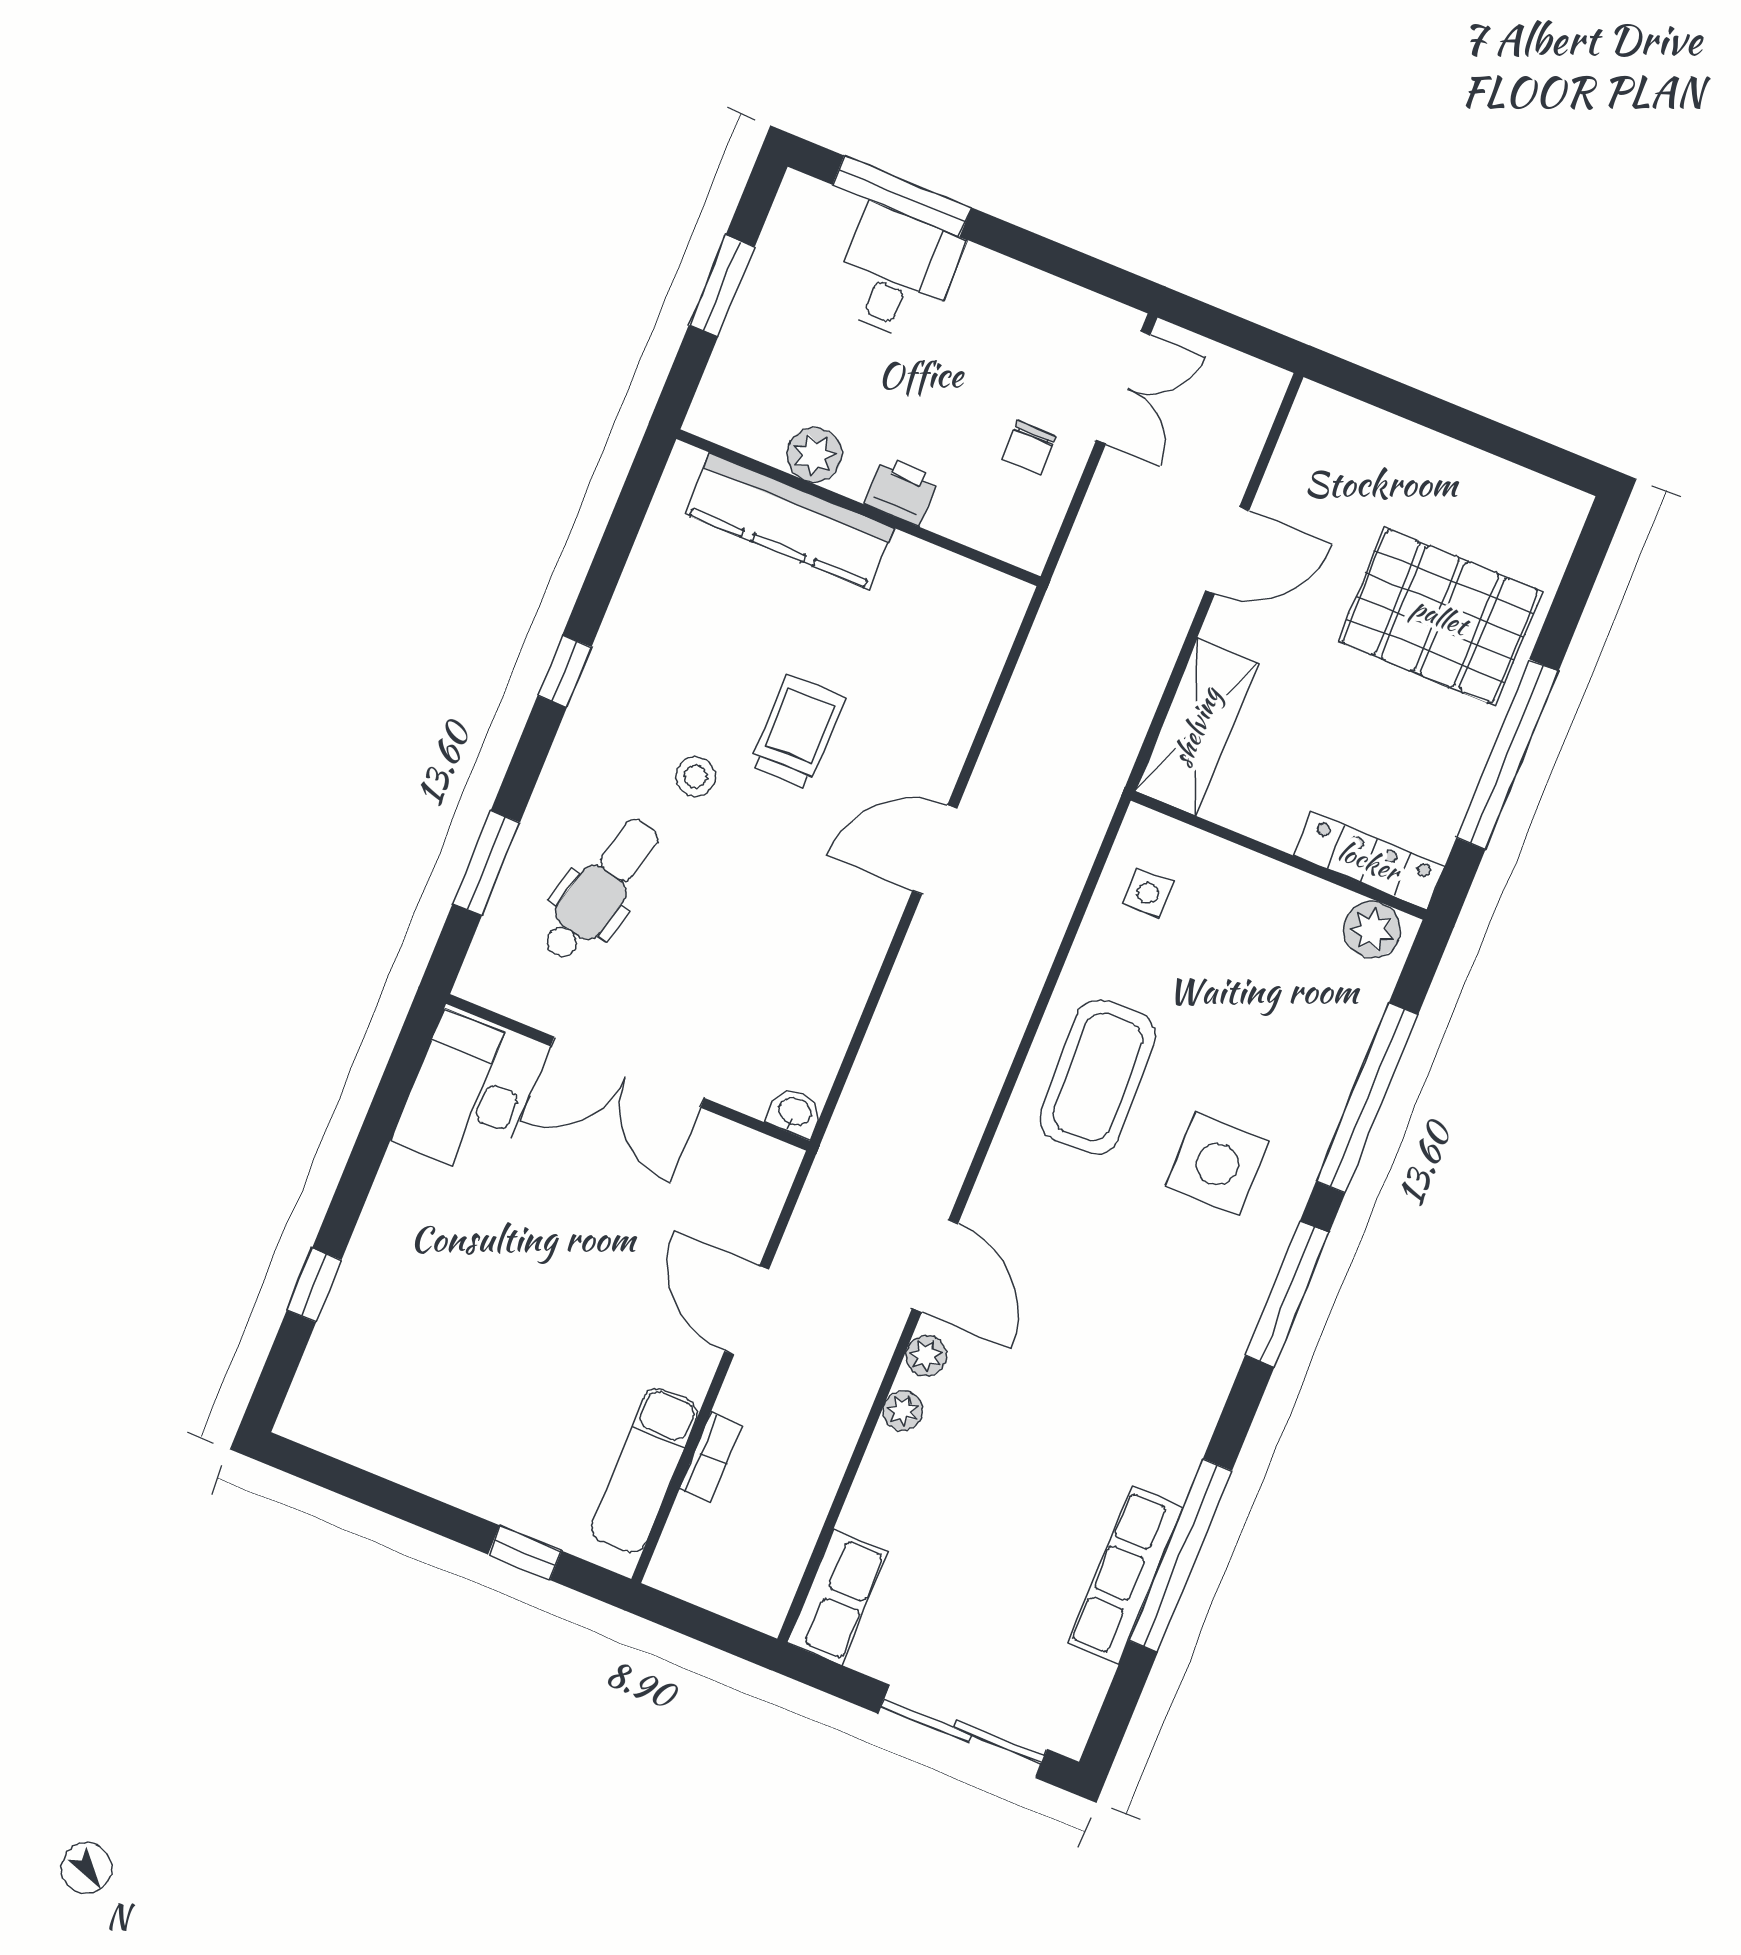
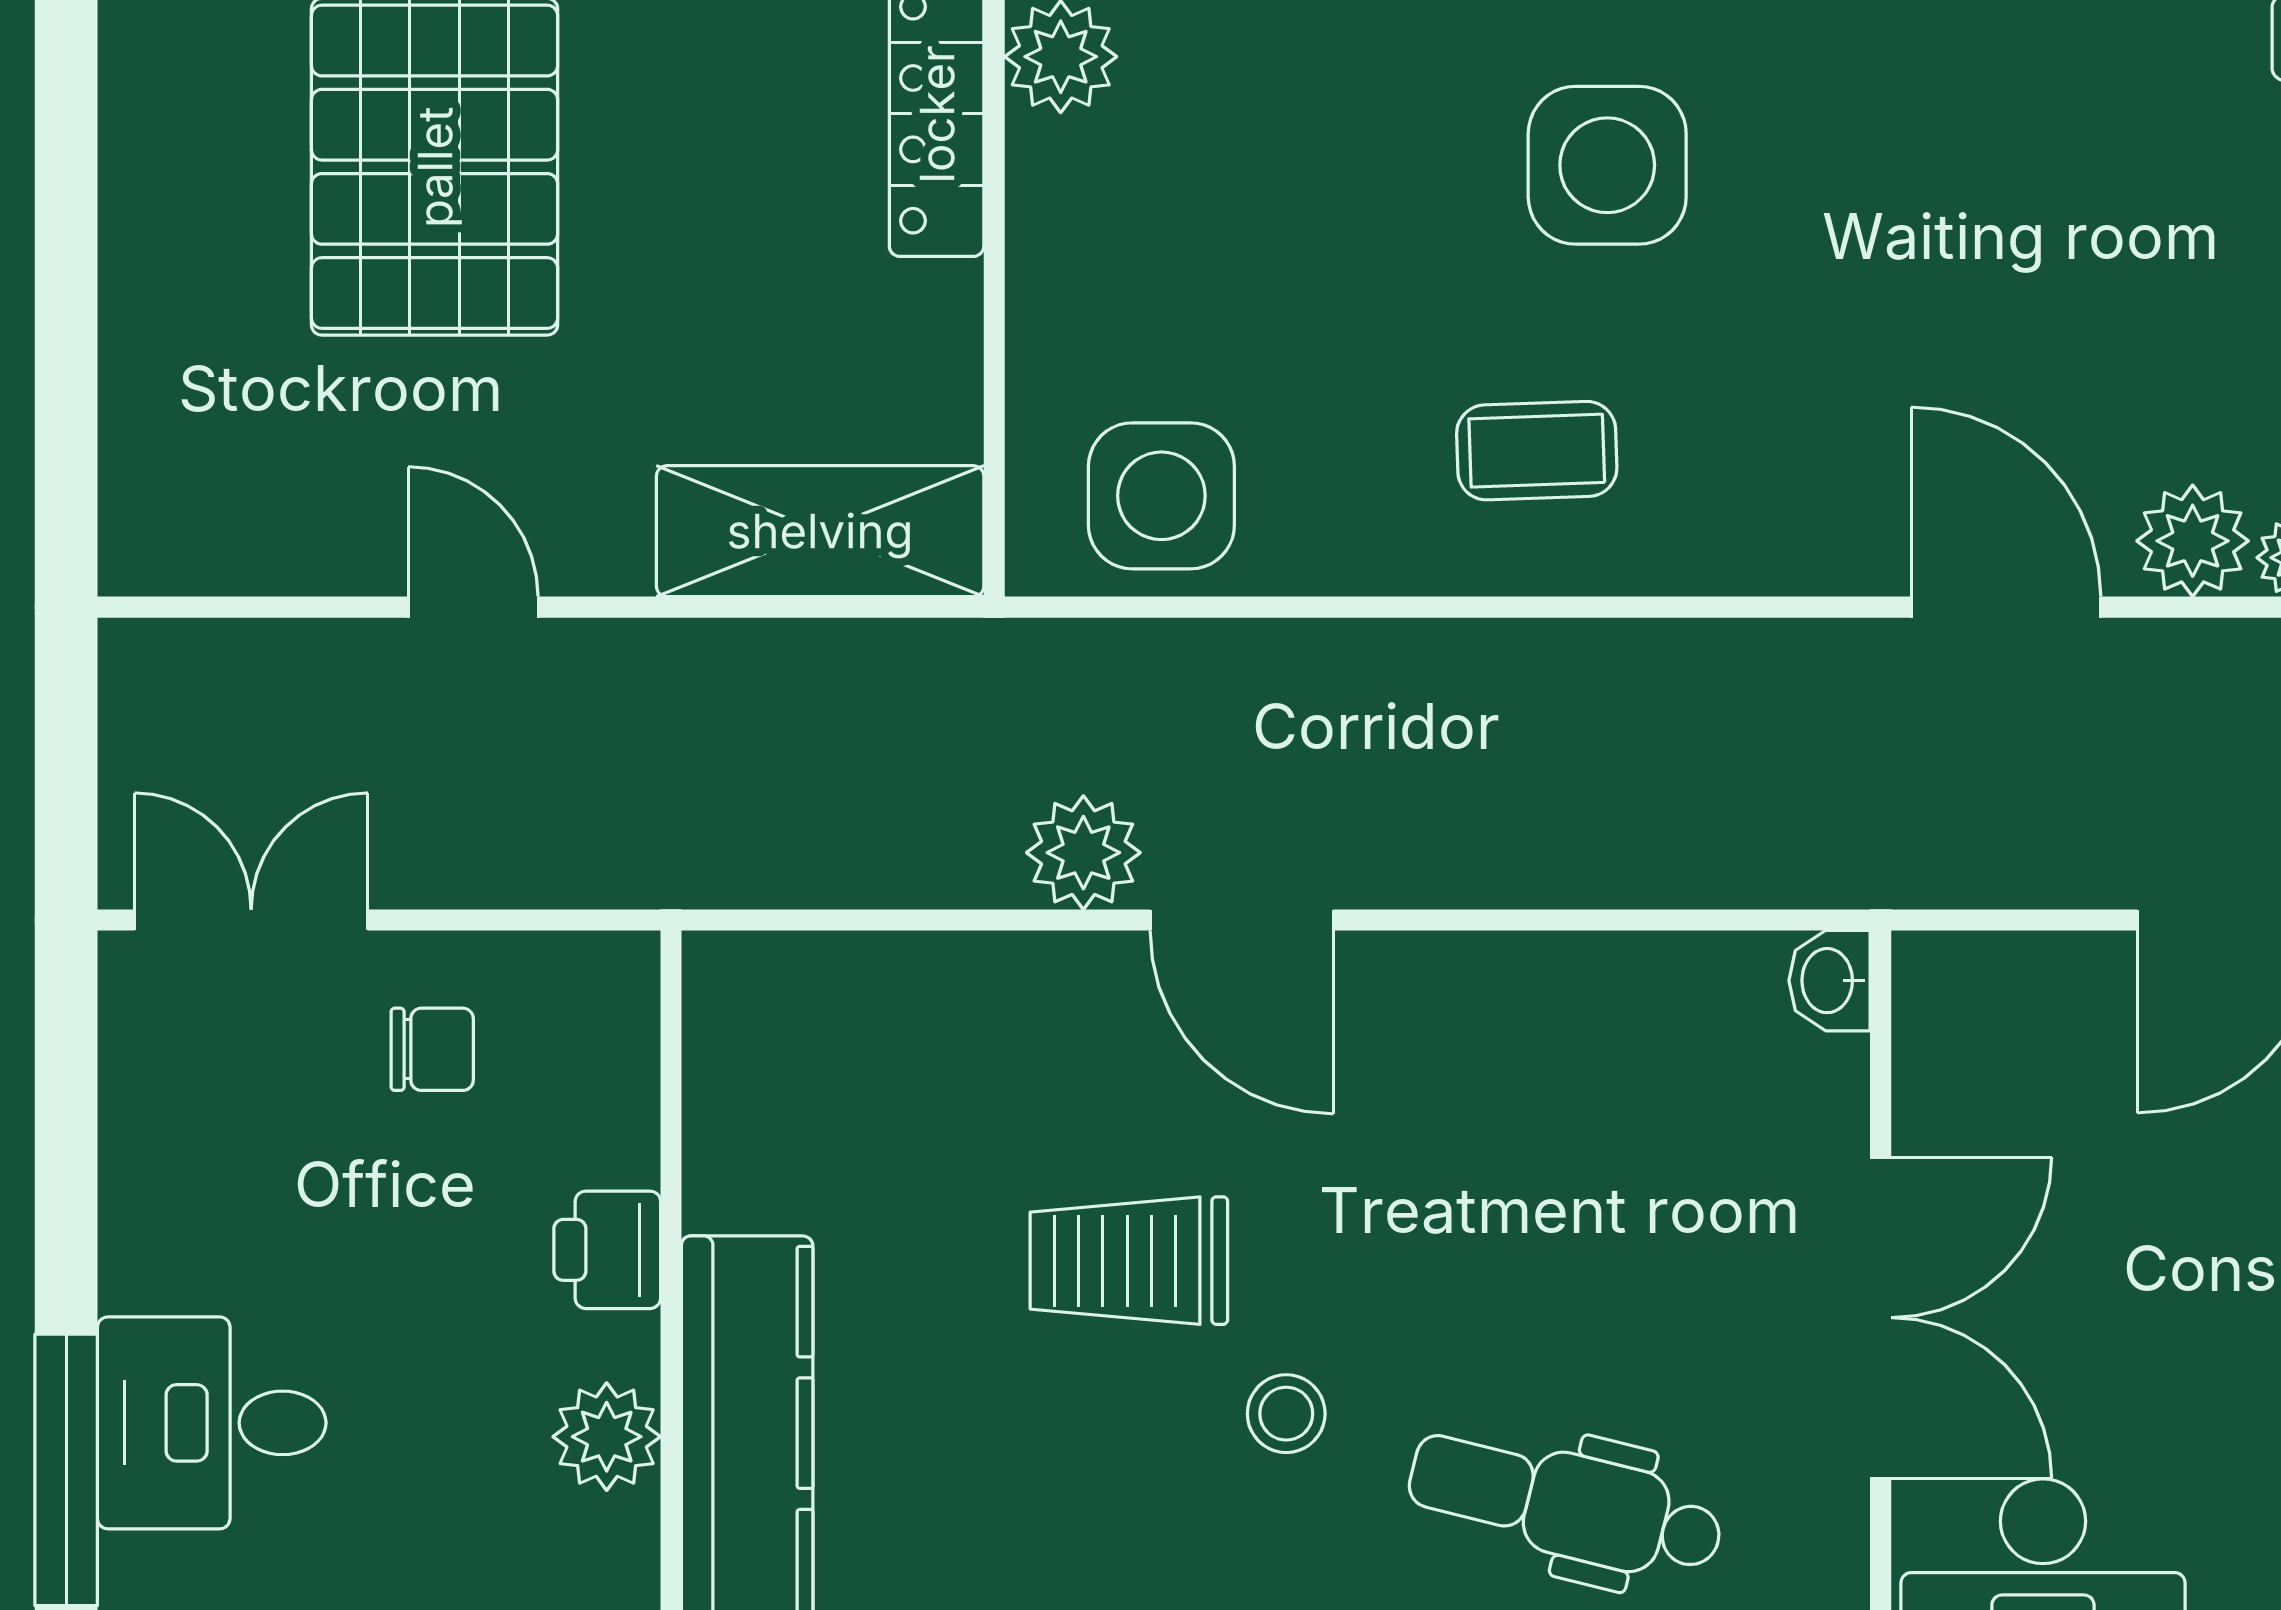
door: (1227, 550) -> (473, 607), width x0.73
plant: (996, 789) -> (1083, 853), added
side table: (1148, 893) -> (1161, 496), width x1.87, depth x1.87
coffee table: (1098, 1077) -> (1537, 451), width x0.54, depth x0.58
door: (935, 1266) -> (2006, 607), hinge flipped
plant: (926, 1356) -> (2193, 541), width x1.38, depth x1.38

